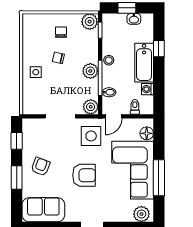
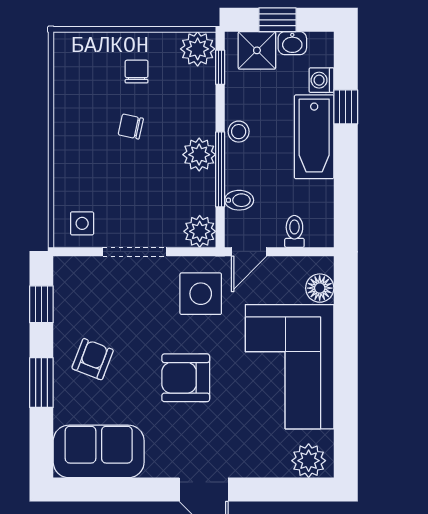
shower: (117, 22) -> (257, 50), added
side table: (36, 72) -> (82, 223), moved
washing machine: (148, 89) -> (322, 80), moved
armchair: (84, 175) -> (186, 378), turned 180
window: (159, 178) -> (346, 383), removed

